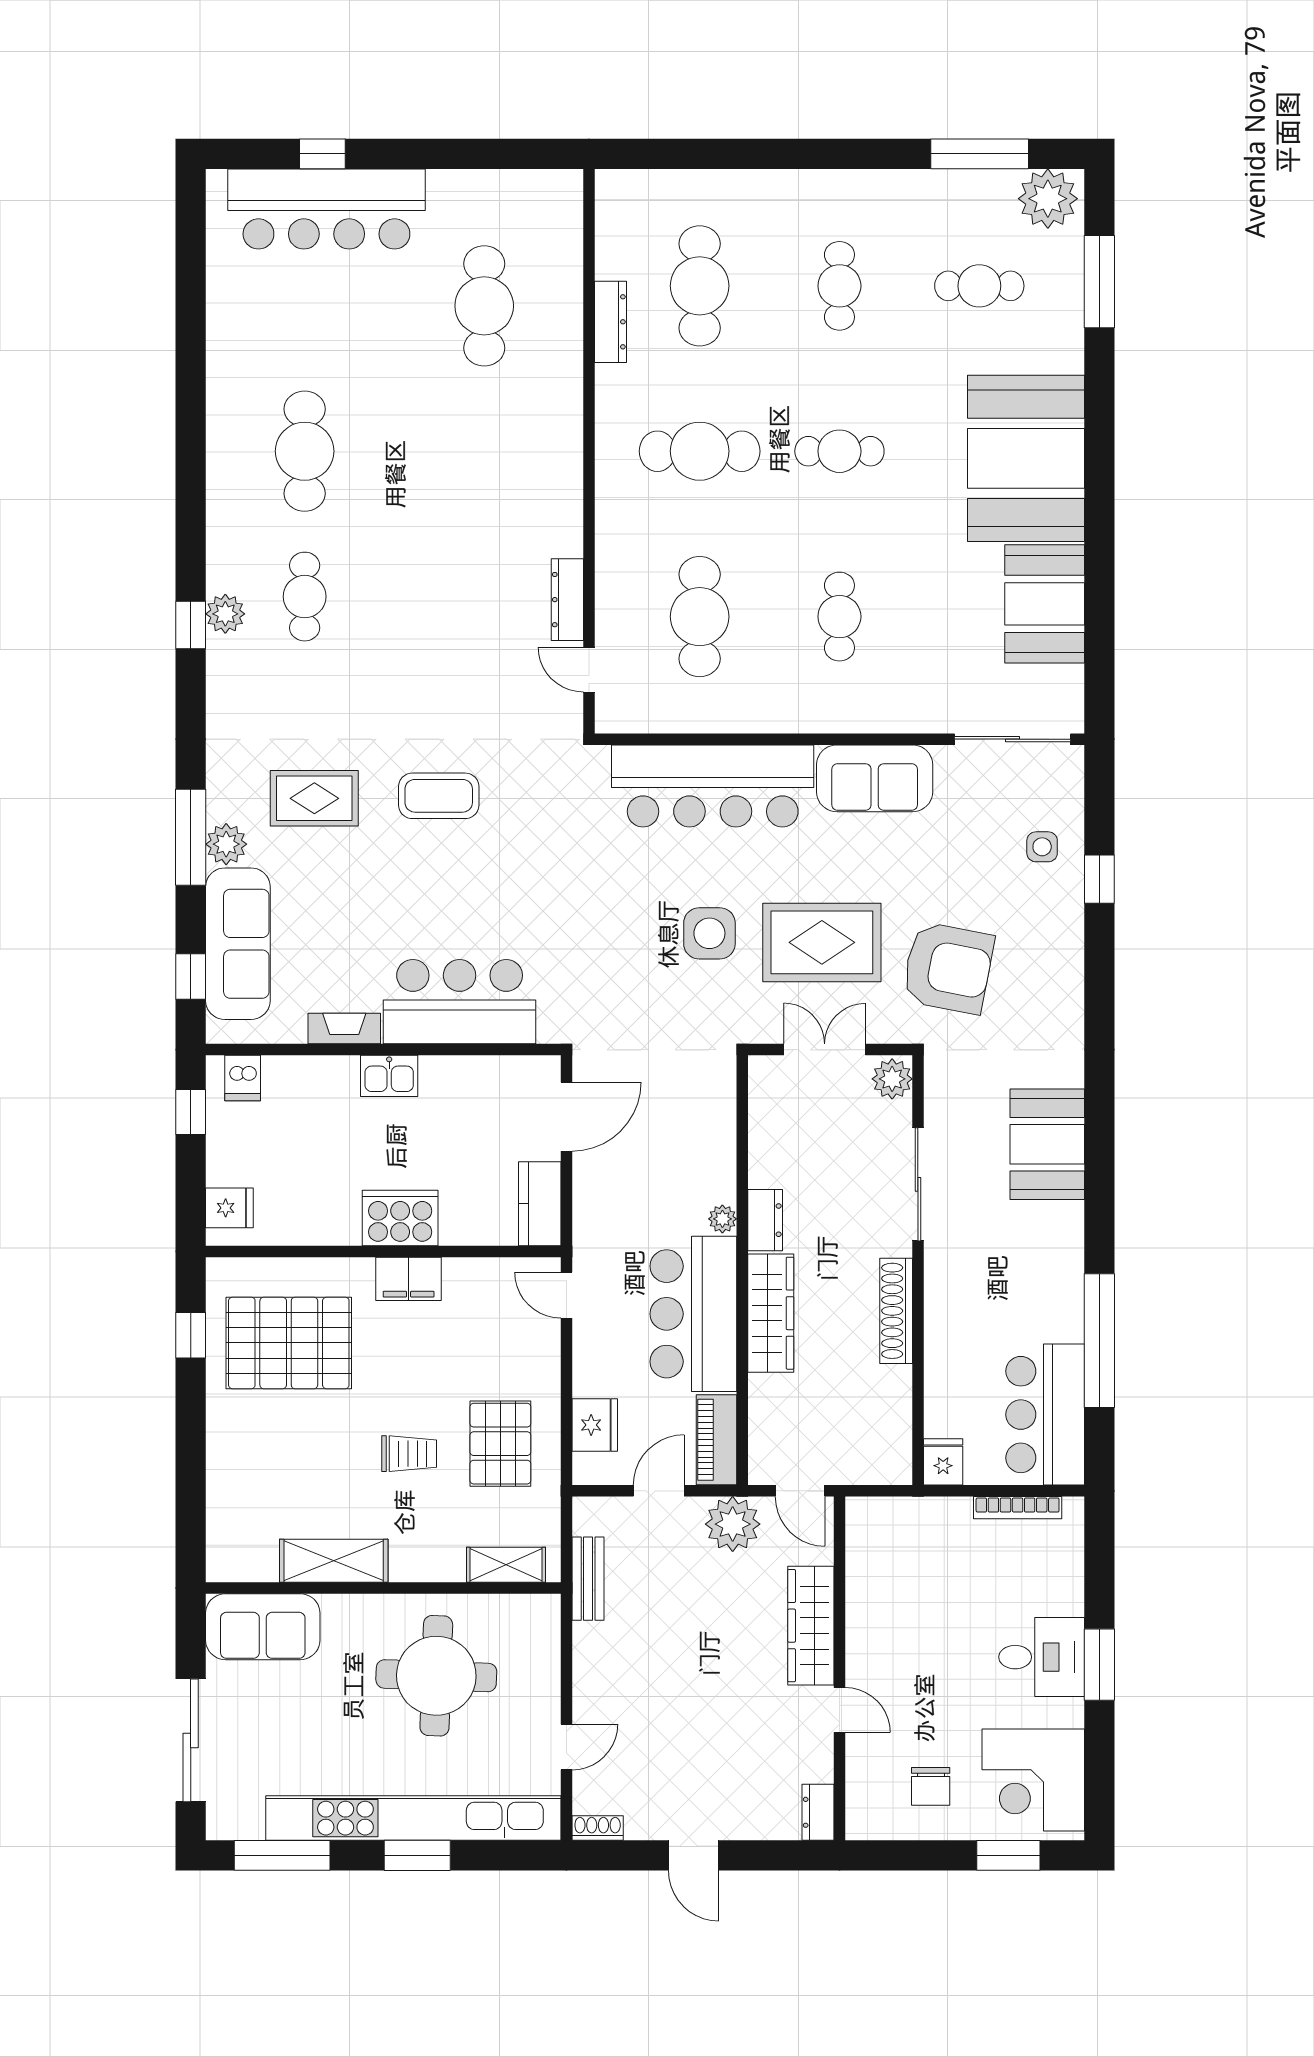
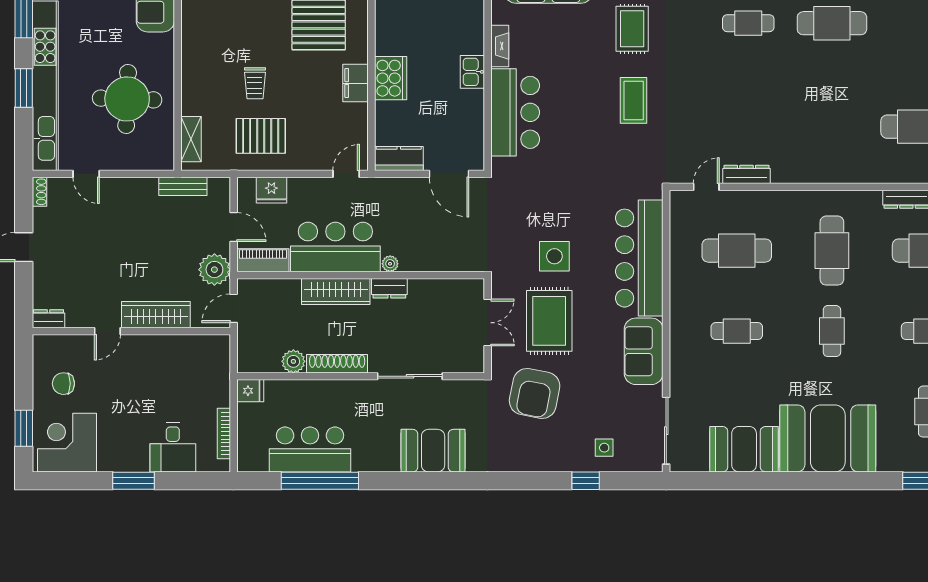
plant: (892, 1079) -> (293, 361), moved
bar counter: (1045, 1415) -> (310, 449), moved
shelving: (334, 1561) -> (193, 40), removed
desk: (1042, 1657) -> (173, 447), moved

